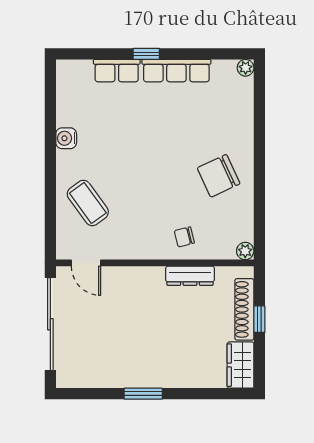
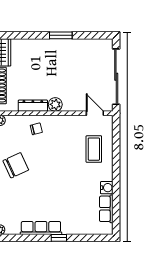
row of seats: (117, 71) -> (106, 209), moved, turned -90
coffee table: (88, 203) -> (94, 149), turned 36
plant: (152, 278) -> (55, 104), added

